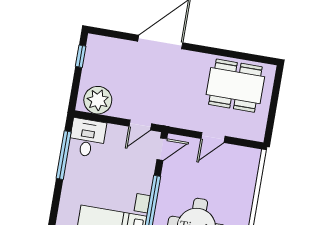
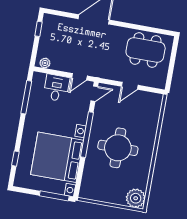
plant: (98, 100) -> (45, 63), width x0.53, depth x0.53
desk: (87, 138) -> (56, 88), moved

